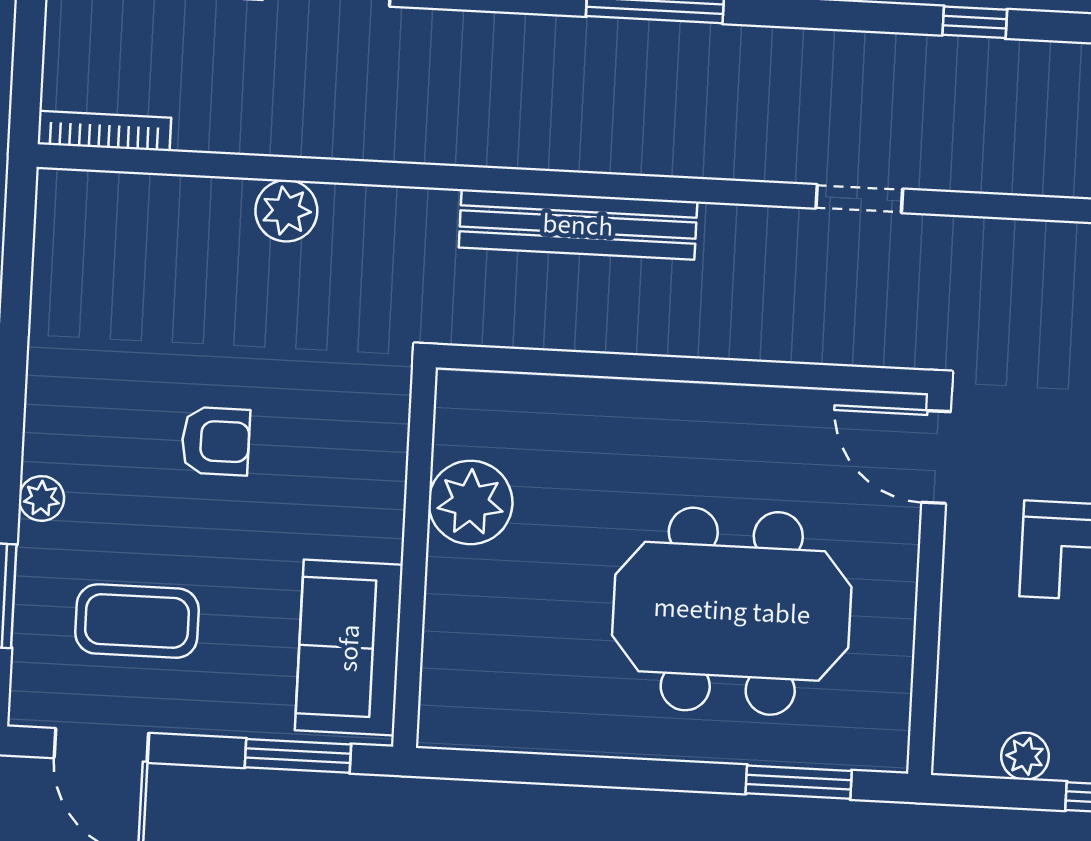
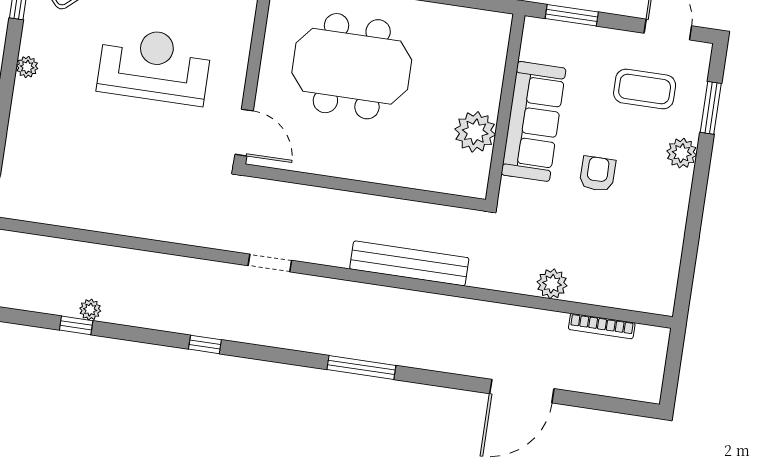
bookcase: (104, 131) -> (602, 326), moved
armchair: (216, 441) -> (598, 174), turned 90
plant: (41, 498) -> (682, 153), width x1.38, depth x1.38
sofa: (349, 648) -> (533, 121), moved, width x1.36

